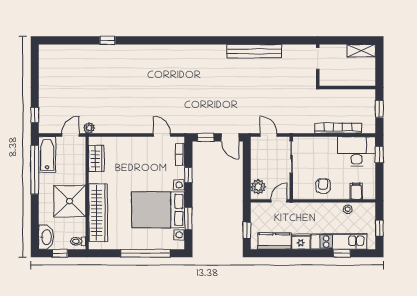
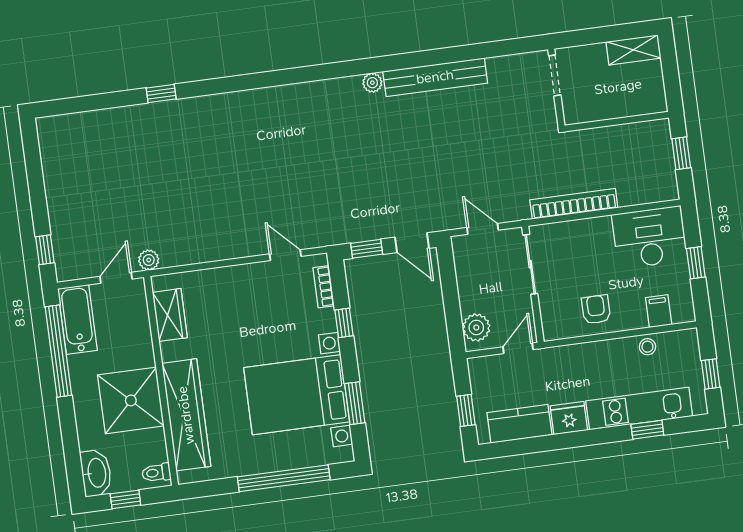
plant: (220, 50) -> (372, 83), added
bookcase: (338, 128) -> (574, 204), moved
window: (379, 155) -> (696, 263), moved

